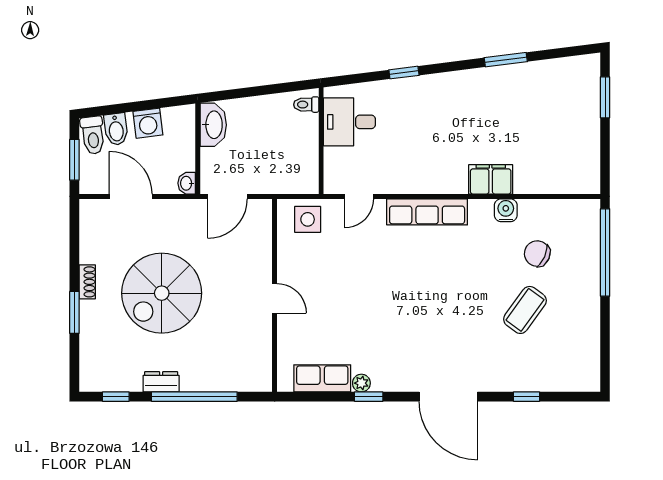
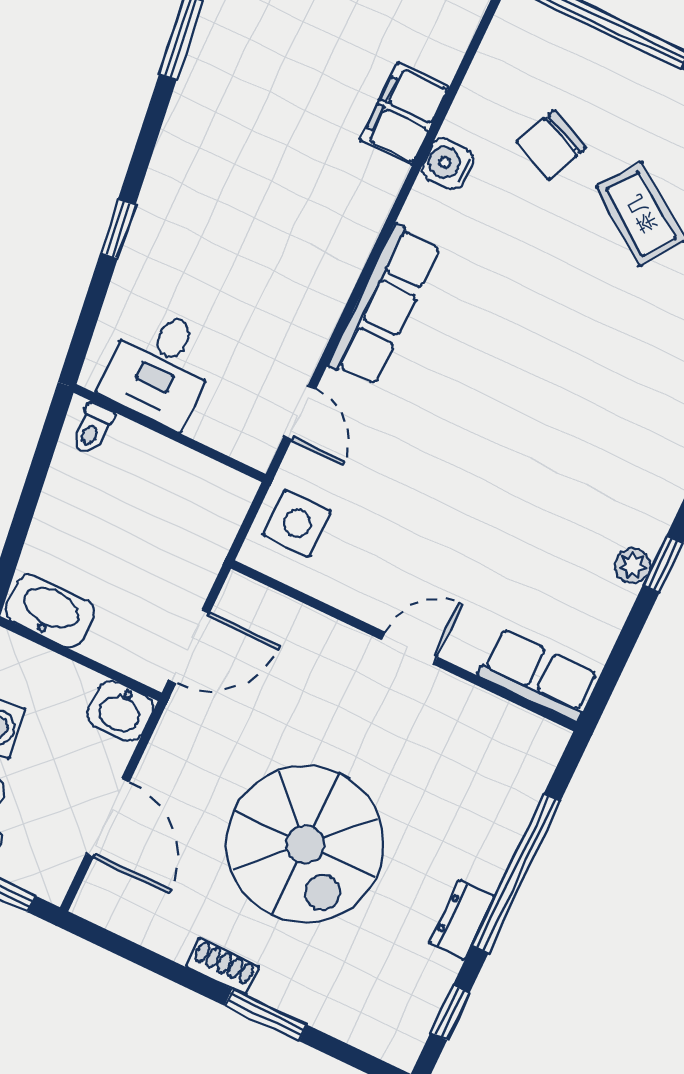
filing cabinet: (491, 179) -> (405, 114), moved
washbasin: (187, 183) -> (121, 711), width x1.38, depth x1.45
door: (131, 196) -> (107, 818), swing flipped
door: (227, 196) -> (189, 646), hinge flipped
row of seats: (322, 378) -> (538, 675), moved, turned 90

